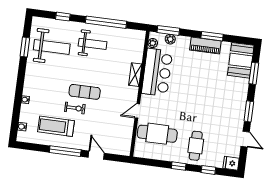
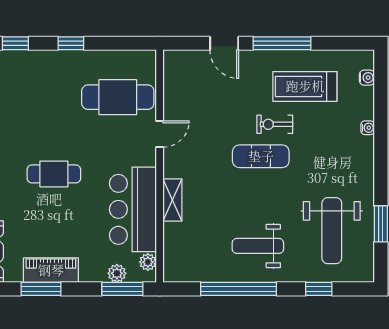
weight bench: (52, 47) -> (332, 231), turned -90
treadmill: (56, 126) -> (305, 86), turned 180
cafe table: (196, 146) -> (54, 174), moved, turned 90

